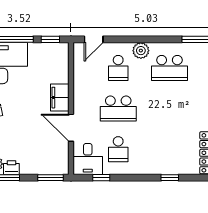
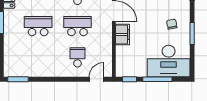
plant: (141, 51) -> (60, 71), removed
school desk: (169, 68) -> (38, 26), moved

